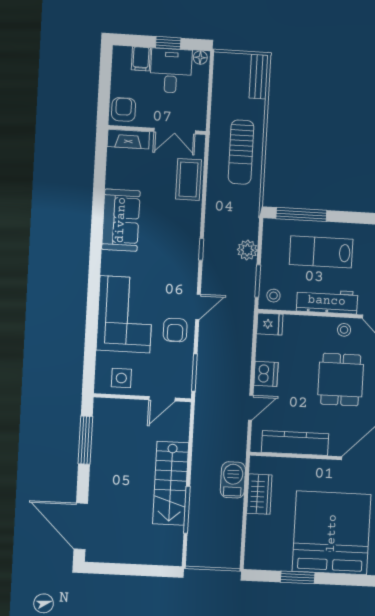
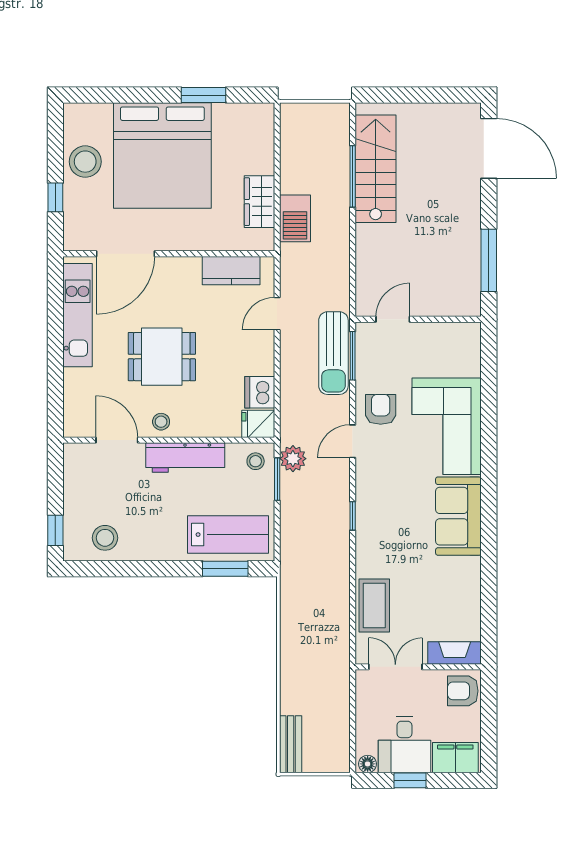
filing cabinet: (141, 59) -> (455, 758), width x2.00
armchair: (124, 109) -> (463, 691), turned 90
sun lounger: (241, 152) -> (333, 353), moved, turned 180
window: (301, 214) -> (225, 569), width x0.69
sofa: (121, 220) -> (458, 516), moved
plant: (247, 250) -> (293, 459), moved
lab bench: (321, 252) -> (228, 535), moved
dishwasher: (266, 374) -> (260, 392), moved
side table: (121, 378) -> (447, 343), removed
dining table: (341, 380) -> (162, 357), turned 90
kitchen counter: (295, 443) -> (231, 271), width x0.67
stairs: (171, 483) -> (376, 169), moved

